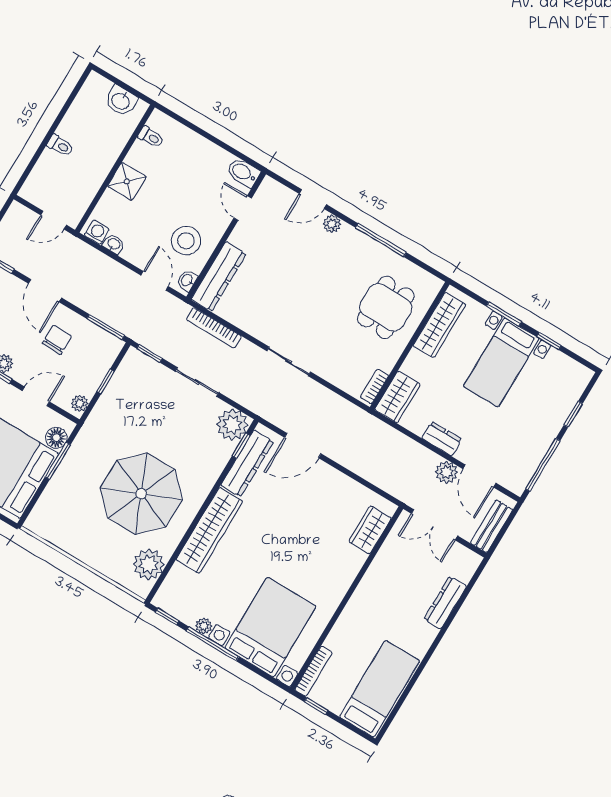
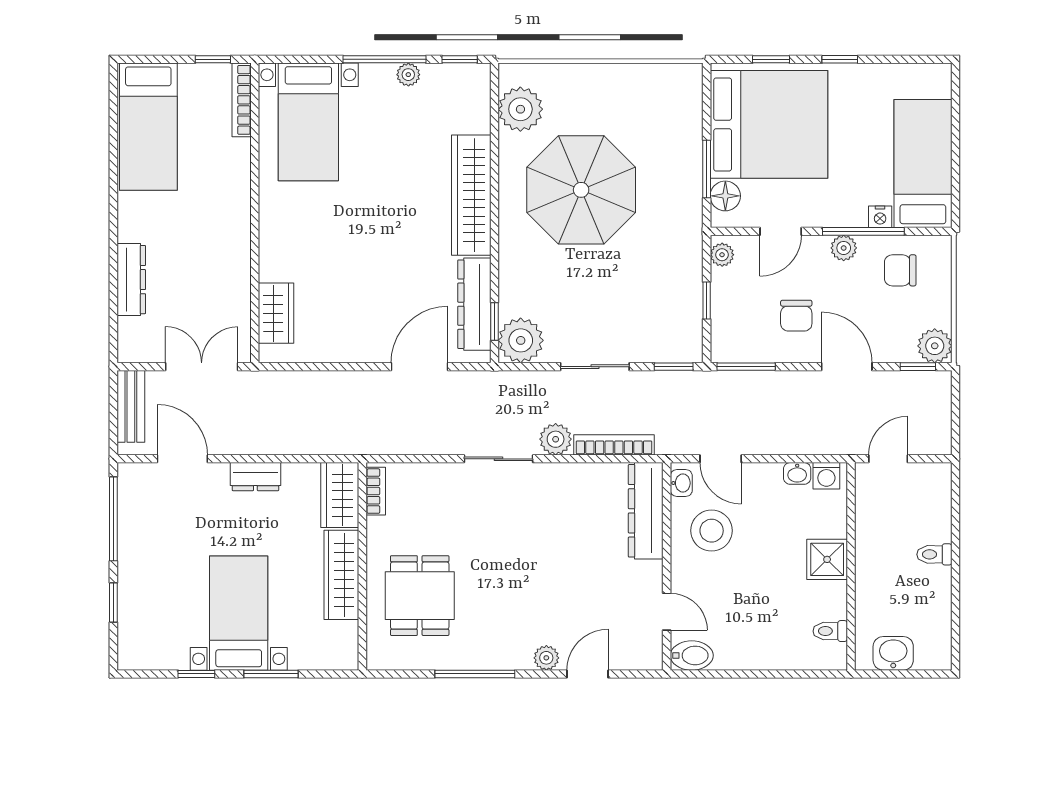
wardrobe: (440, 325) -> (341, 575), moved
plant: (447, 472) -> (556, 439), moved
bed with nightstands: (270, 627) -> (308, 122), width x0.73

